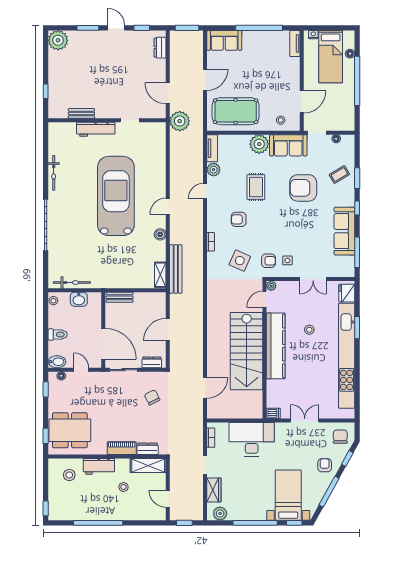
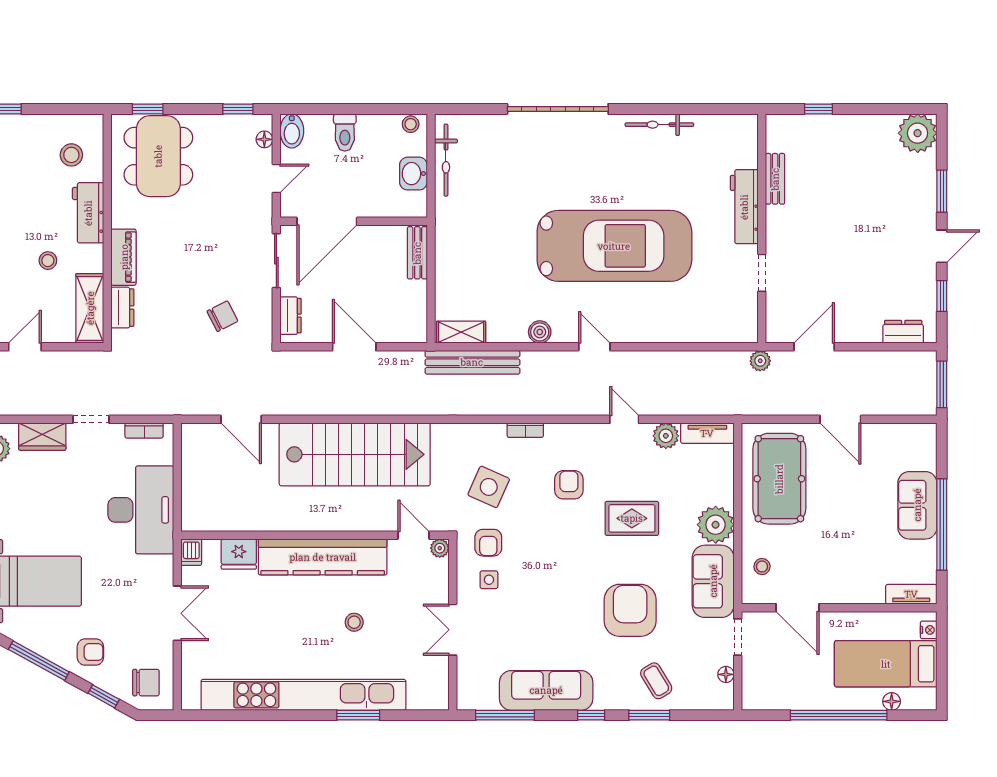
sofa: (224, 40) -> (917, 505), moved
plant: (180, 121) -> (760, 361), width x0.53, depth x0.53
fridge: (347, 293) -> (239, 554), moved, turned 180
stairs: (247, 351) -> (355, 454), moved, turned 180

